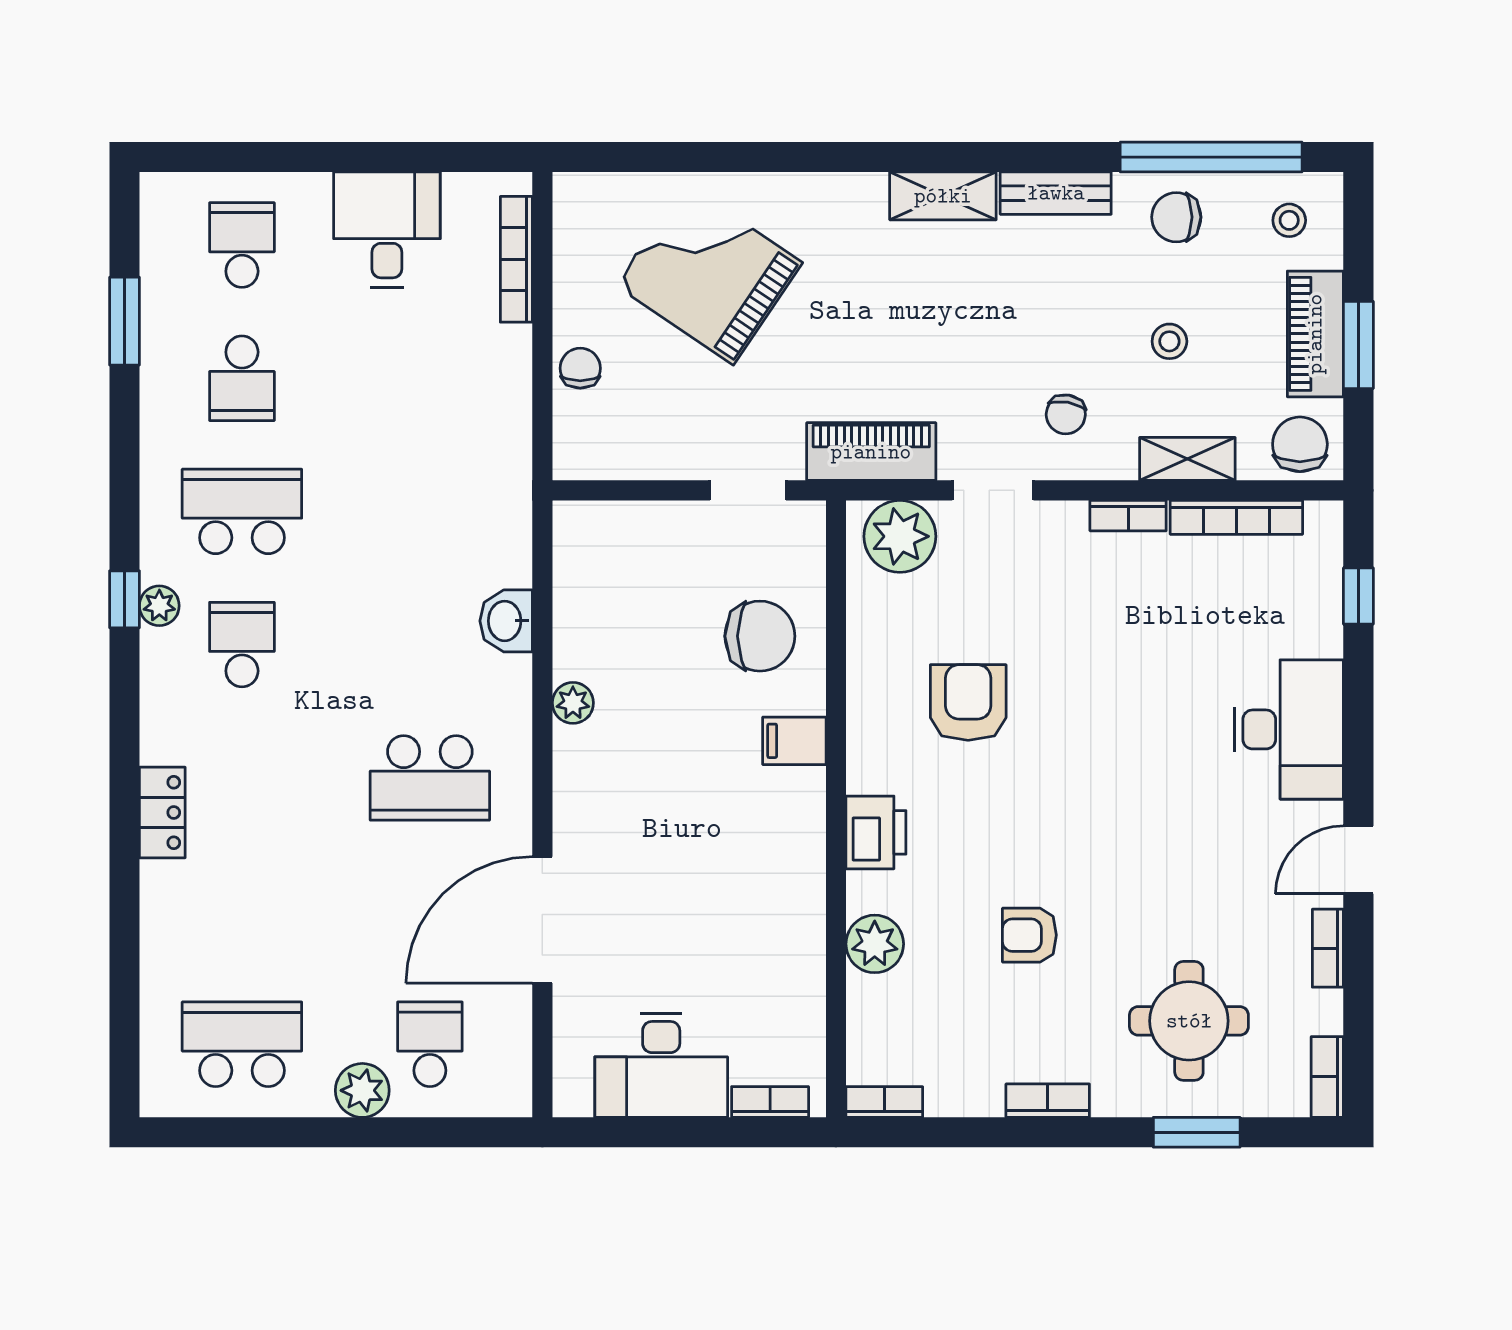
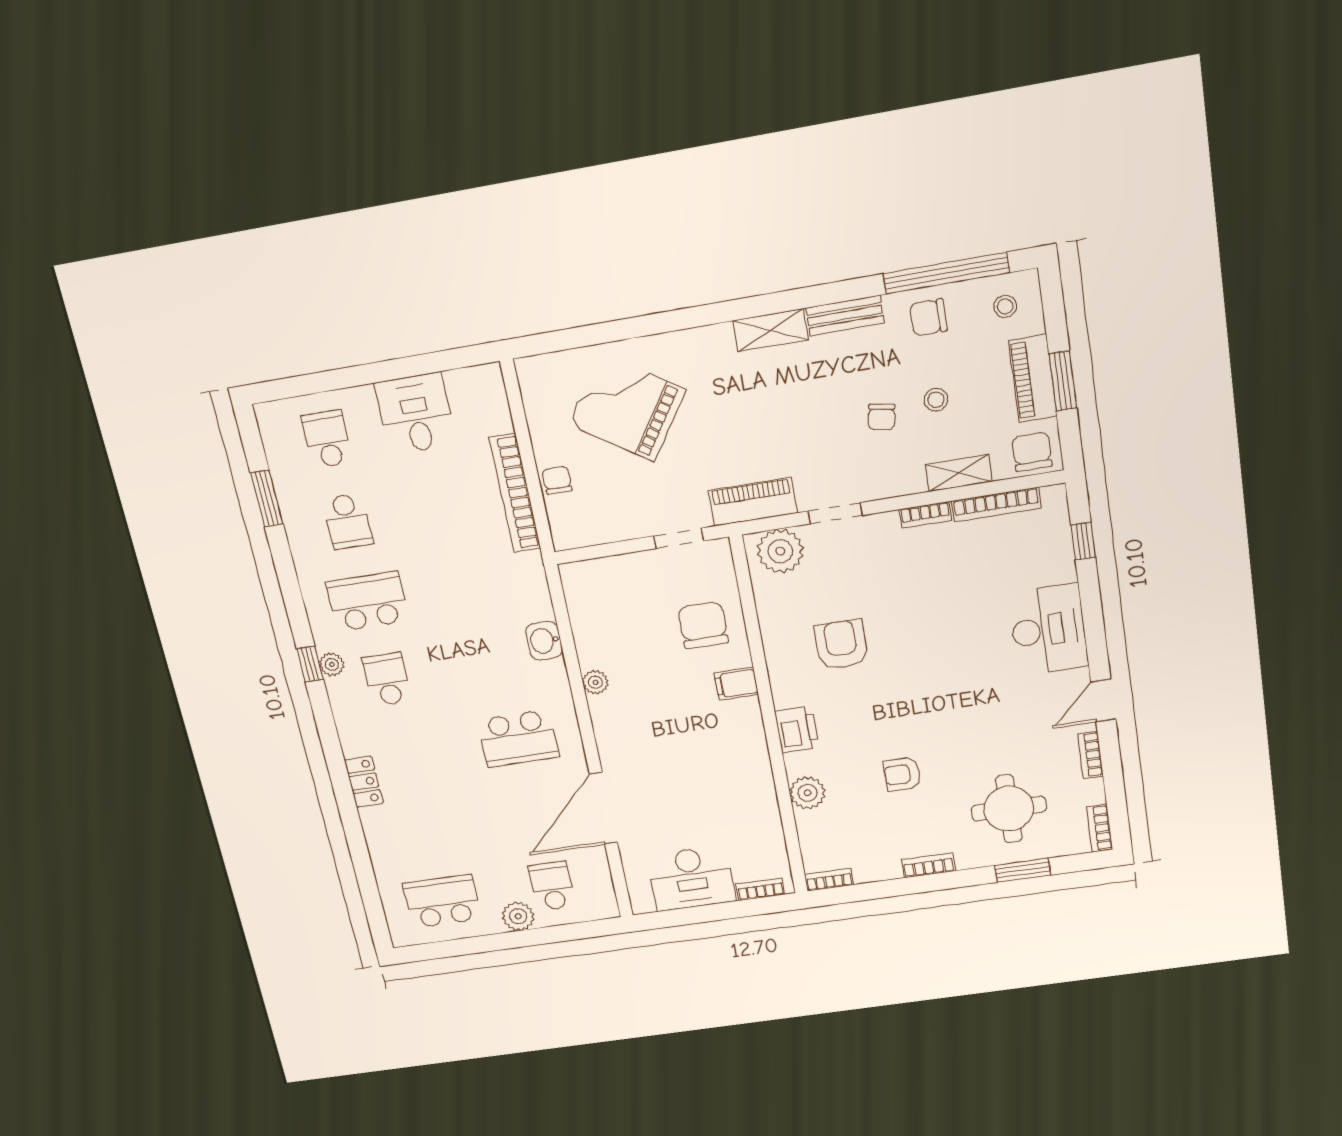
bookcase: (516, 259) -> (515, 493), moved, width x1.48, depth x1.31
chair: (1066, 414) -> (882, 417), moved
chair: (760, 636) -> (703, 625), turned -90

